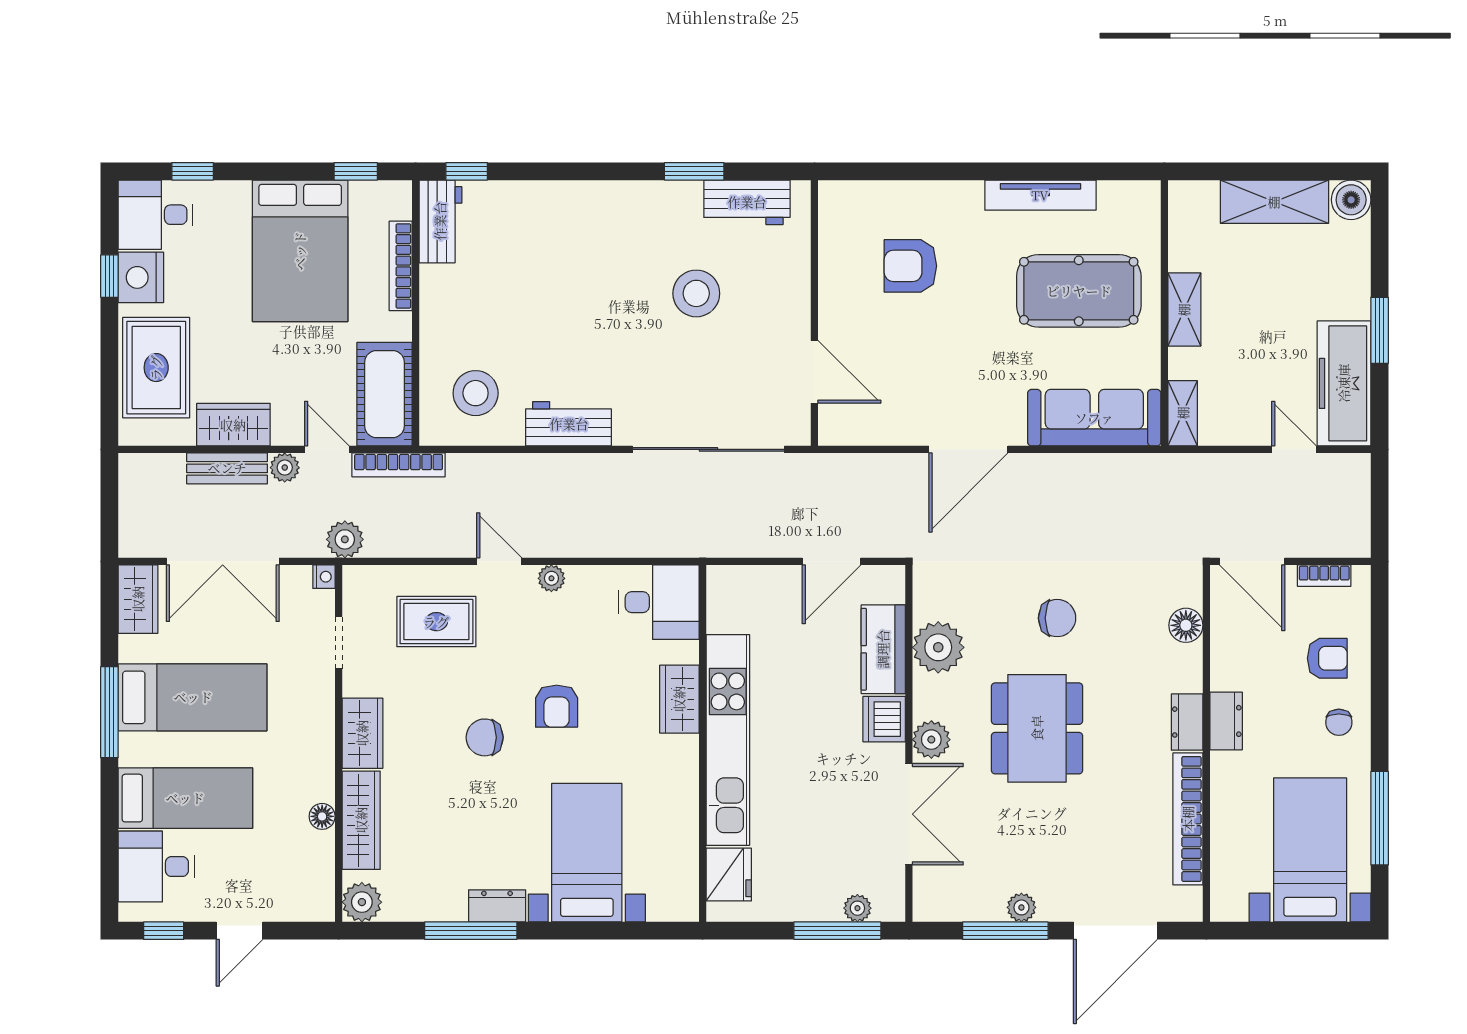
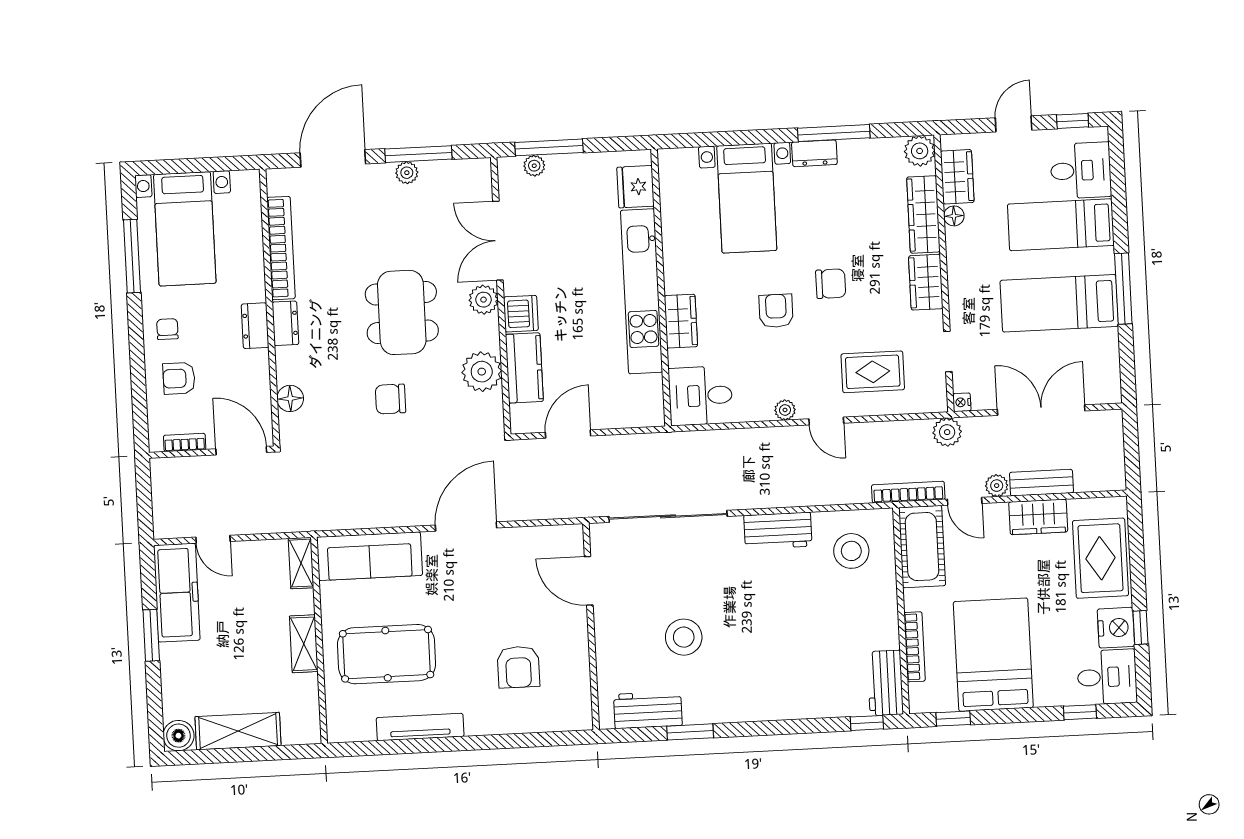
armchair: (910, 266) -> (518, 667), turned 90
wardrobe: (138, 599) -> (957, 177), moved, turned 180

